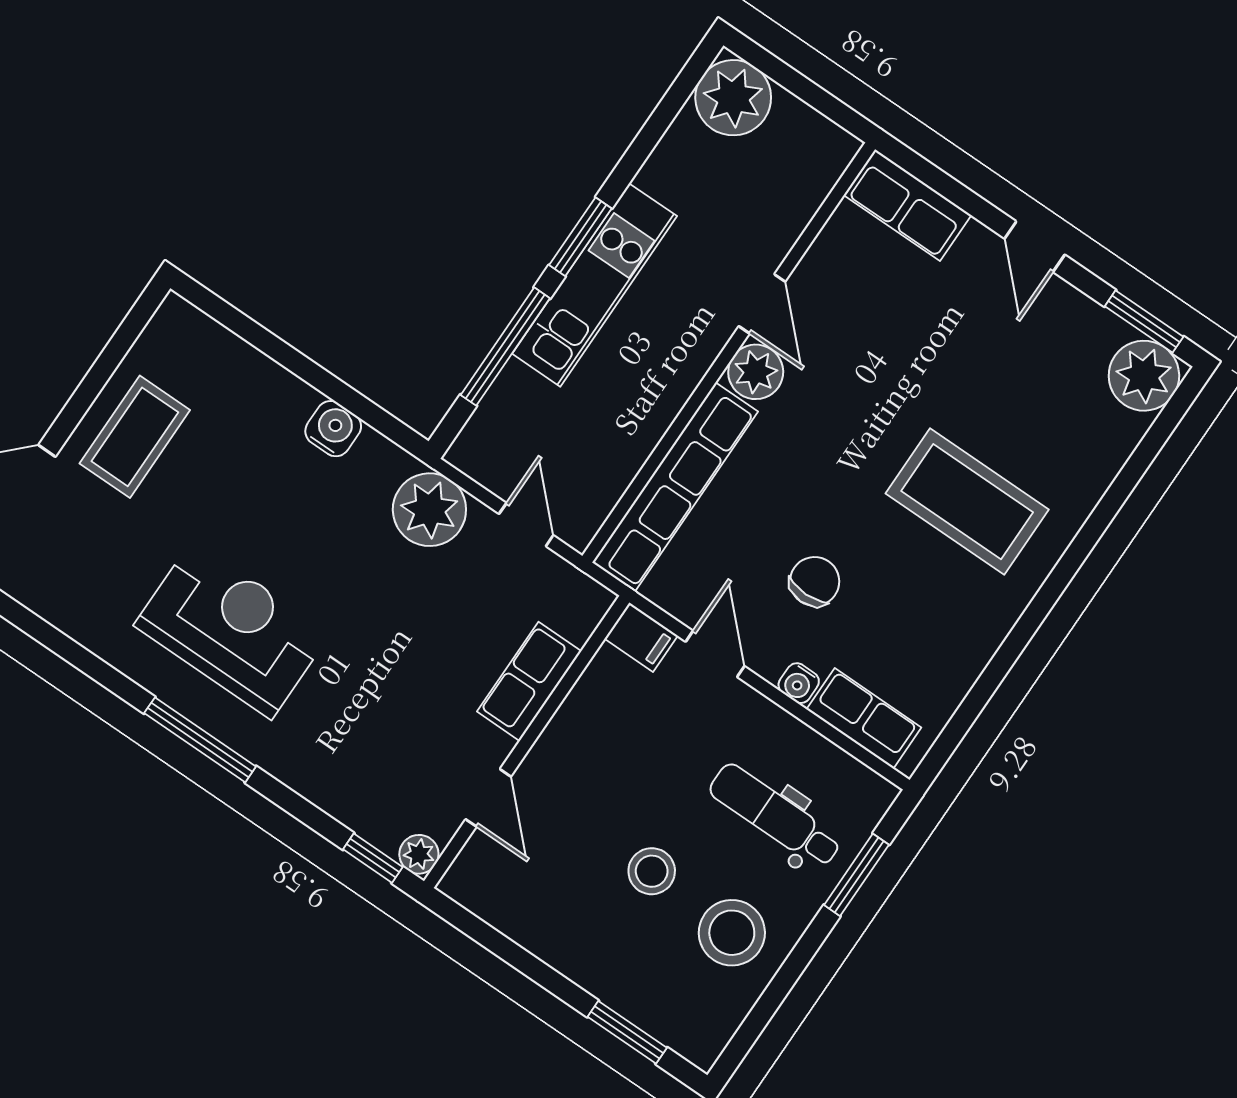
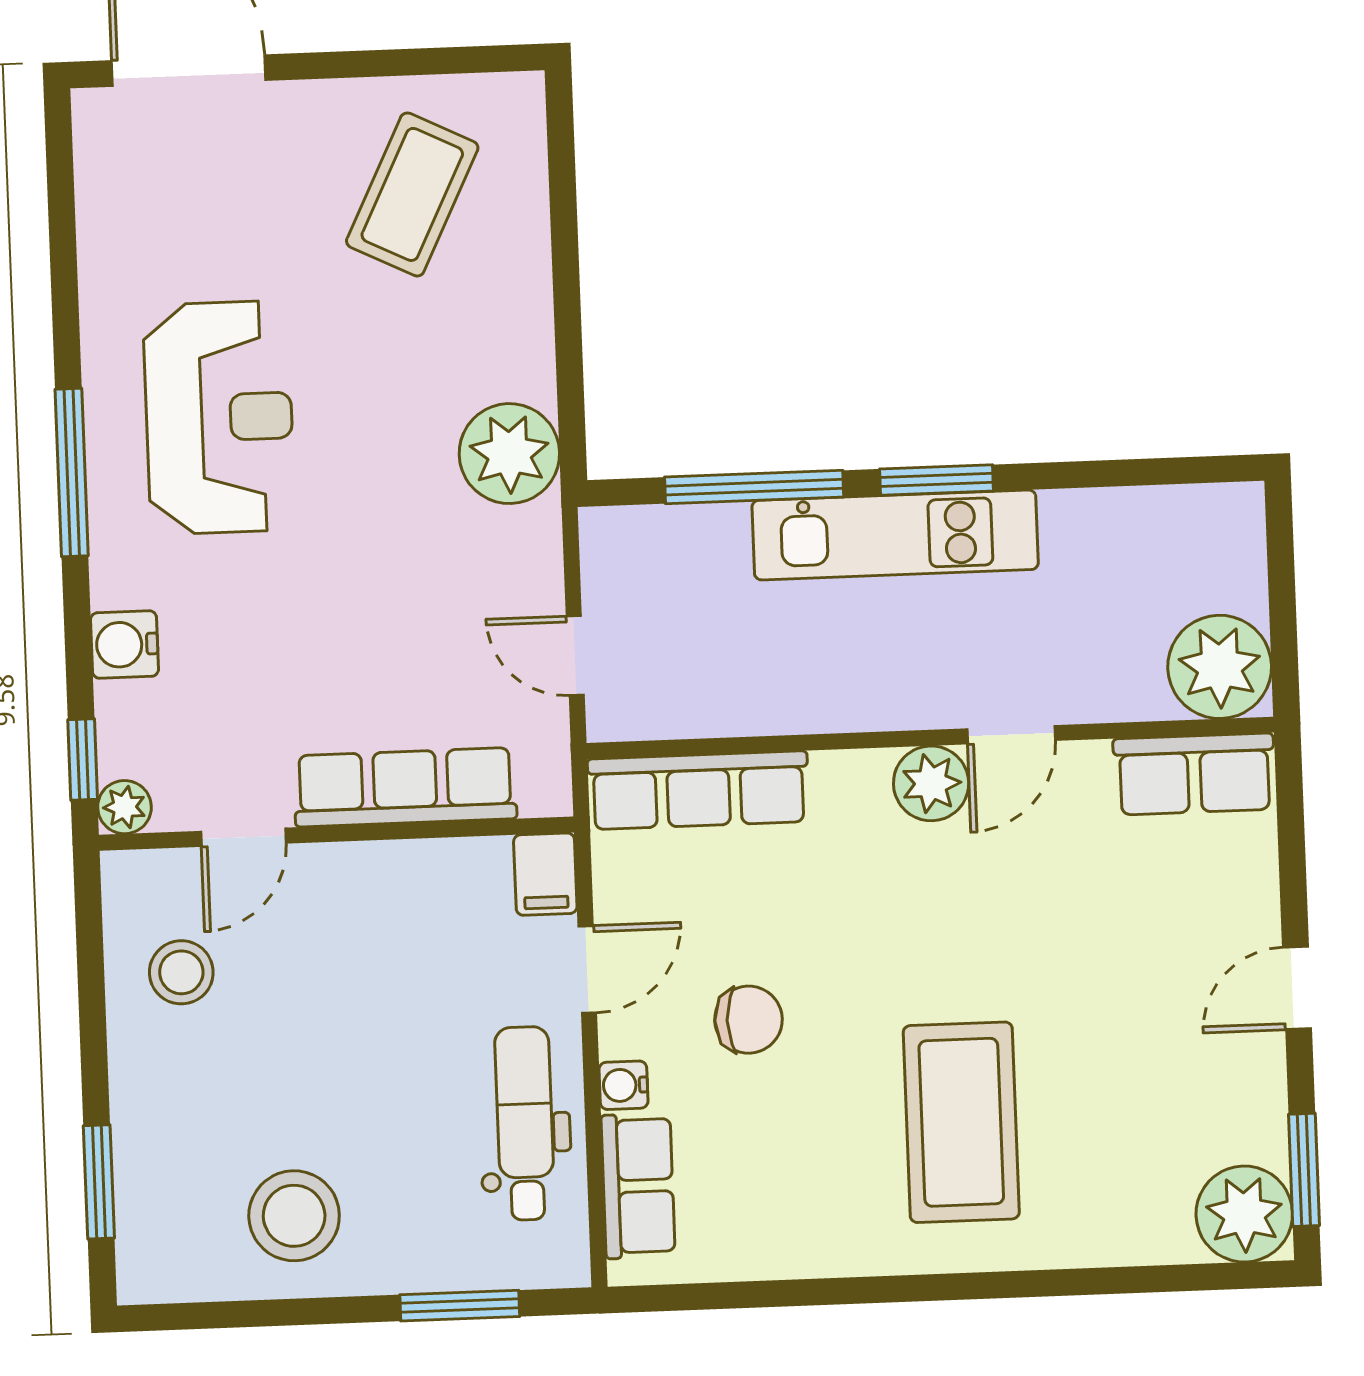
plant: (733, 98) -> (1220, 667), moved
row of seats: (907, 205) -> (1194, 774), moved, turned -90
water cooler: (333, 429) -> (124, 645), moved, turned 180
coffee table: (135, 437) -> (412, 194), moved, turned -64
row of seats: (675, 487) -> (698, 790), width x0.73
plant: (429, 510) -> (509, 454), moved
door: (526, 525) -> (575, 656), swing flipped
row of seats: (529, 681) -> (405, 787), width x1.48
dental chair: (775, 816) -> (525, 1123), moved
stool: (652, 871) -> (181, 972), moved

